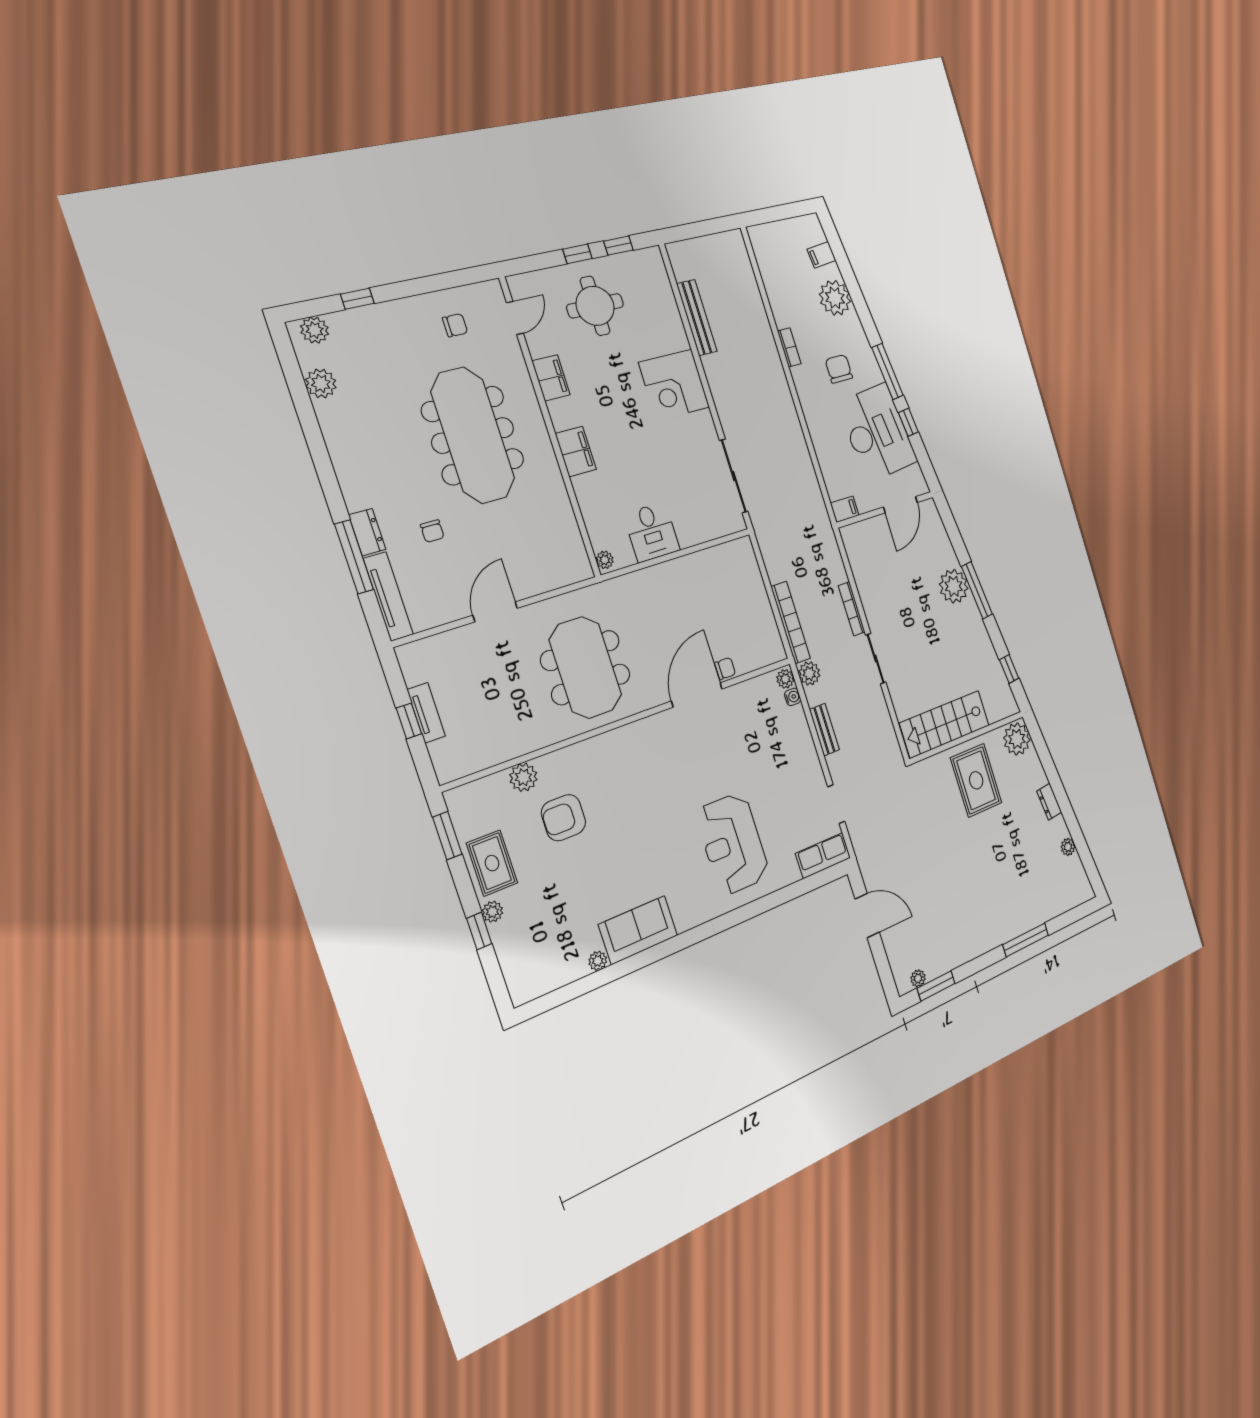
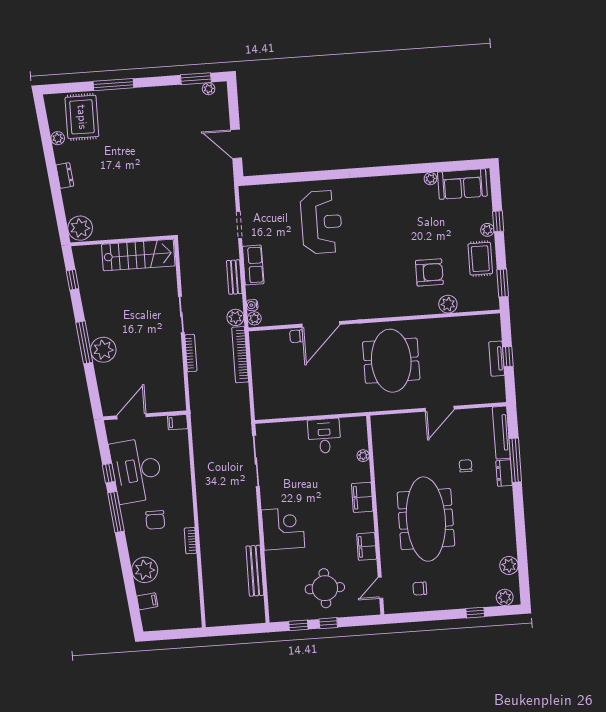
plant: (605, 560) -> (363, 456), moved
rug: (976, 780) -> (82, 117), moved
row of seats: (823, 856) -> (253, 265), moved, turned -90
sofa: (638, 930) -> (462, 184), moved

